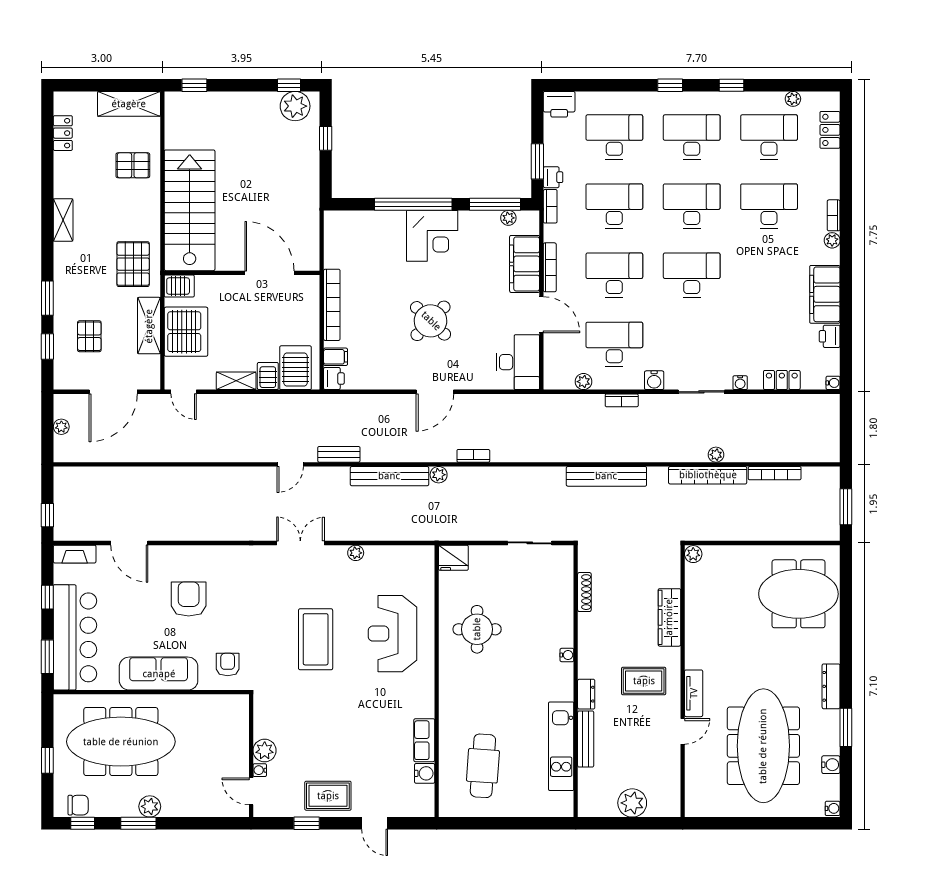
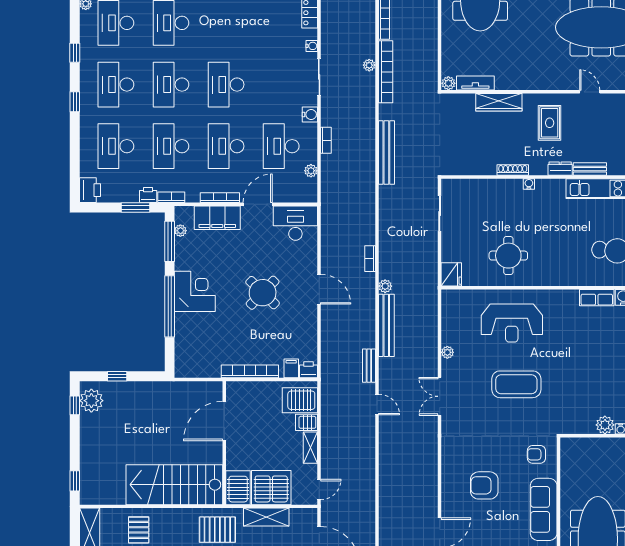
server rack: (179, 286) -> (238, 488), width x1.36, depth x1.44
shoe rack: (584, 592) -> (513, 170), moved
tv unit: (694, 693) -> (475, 83), moved
bench: (586, 739) -> (590, 169), width x0.73

